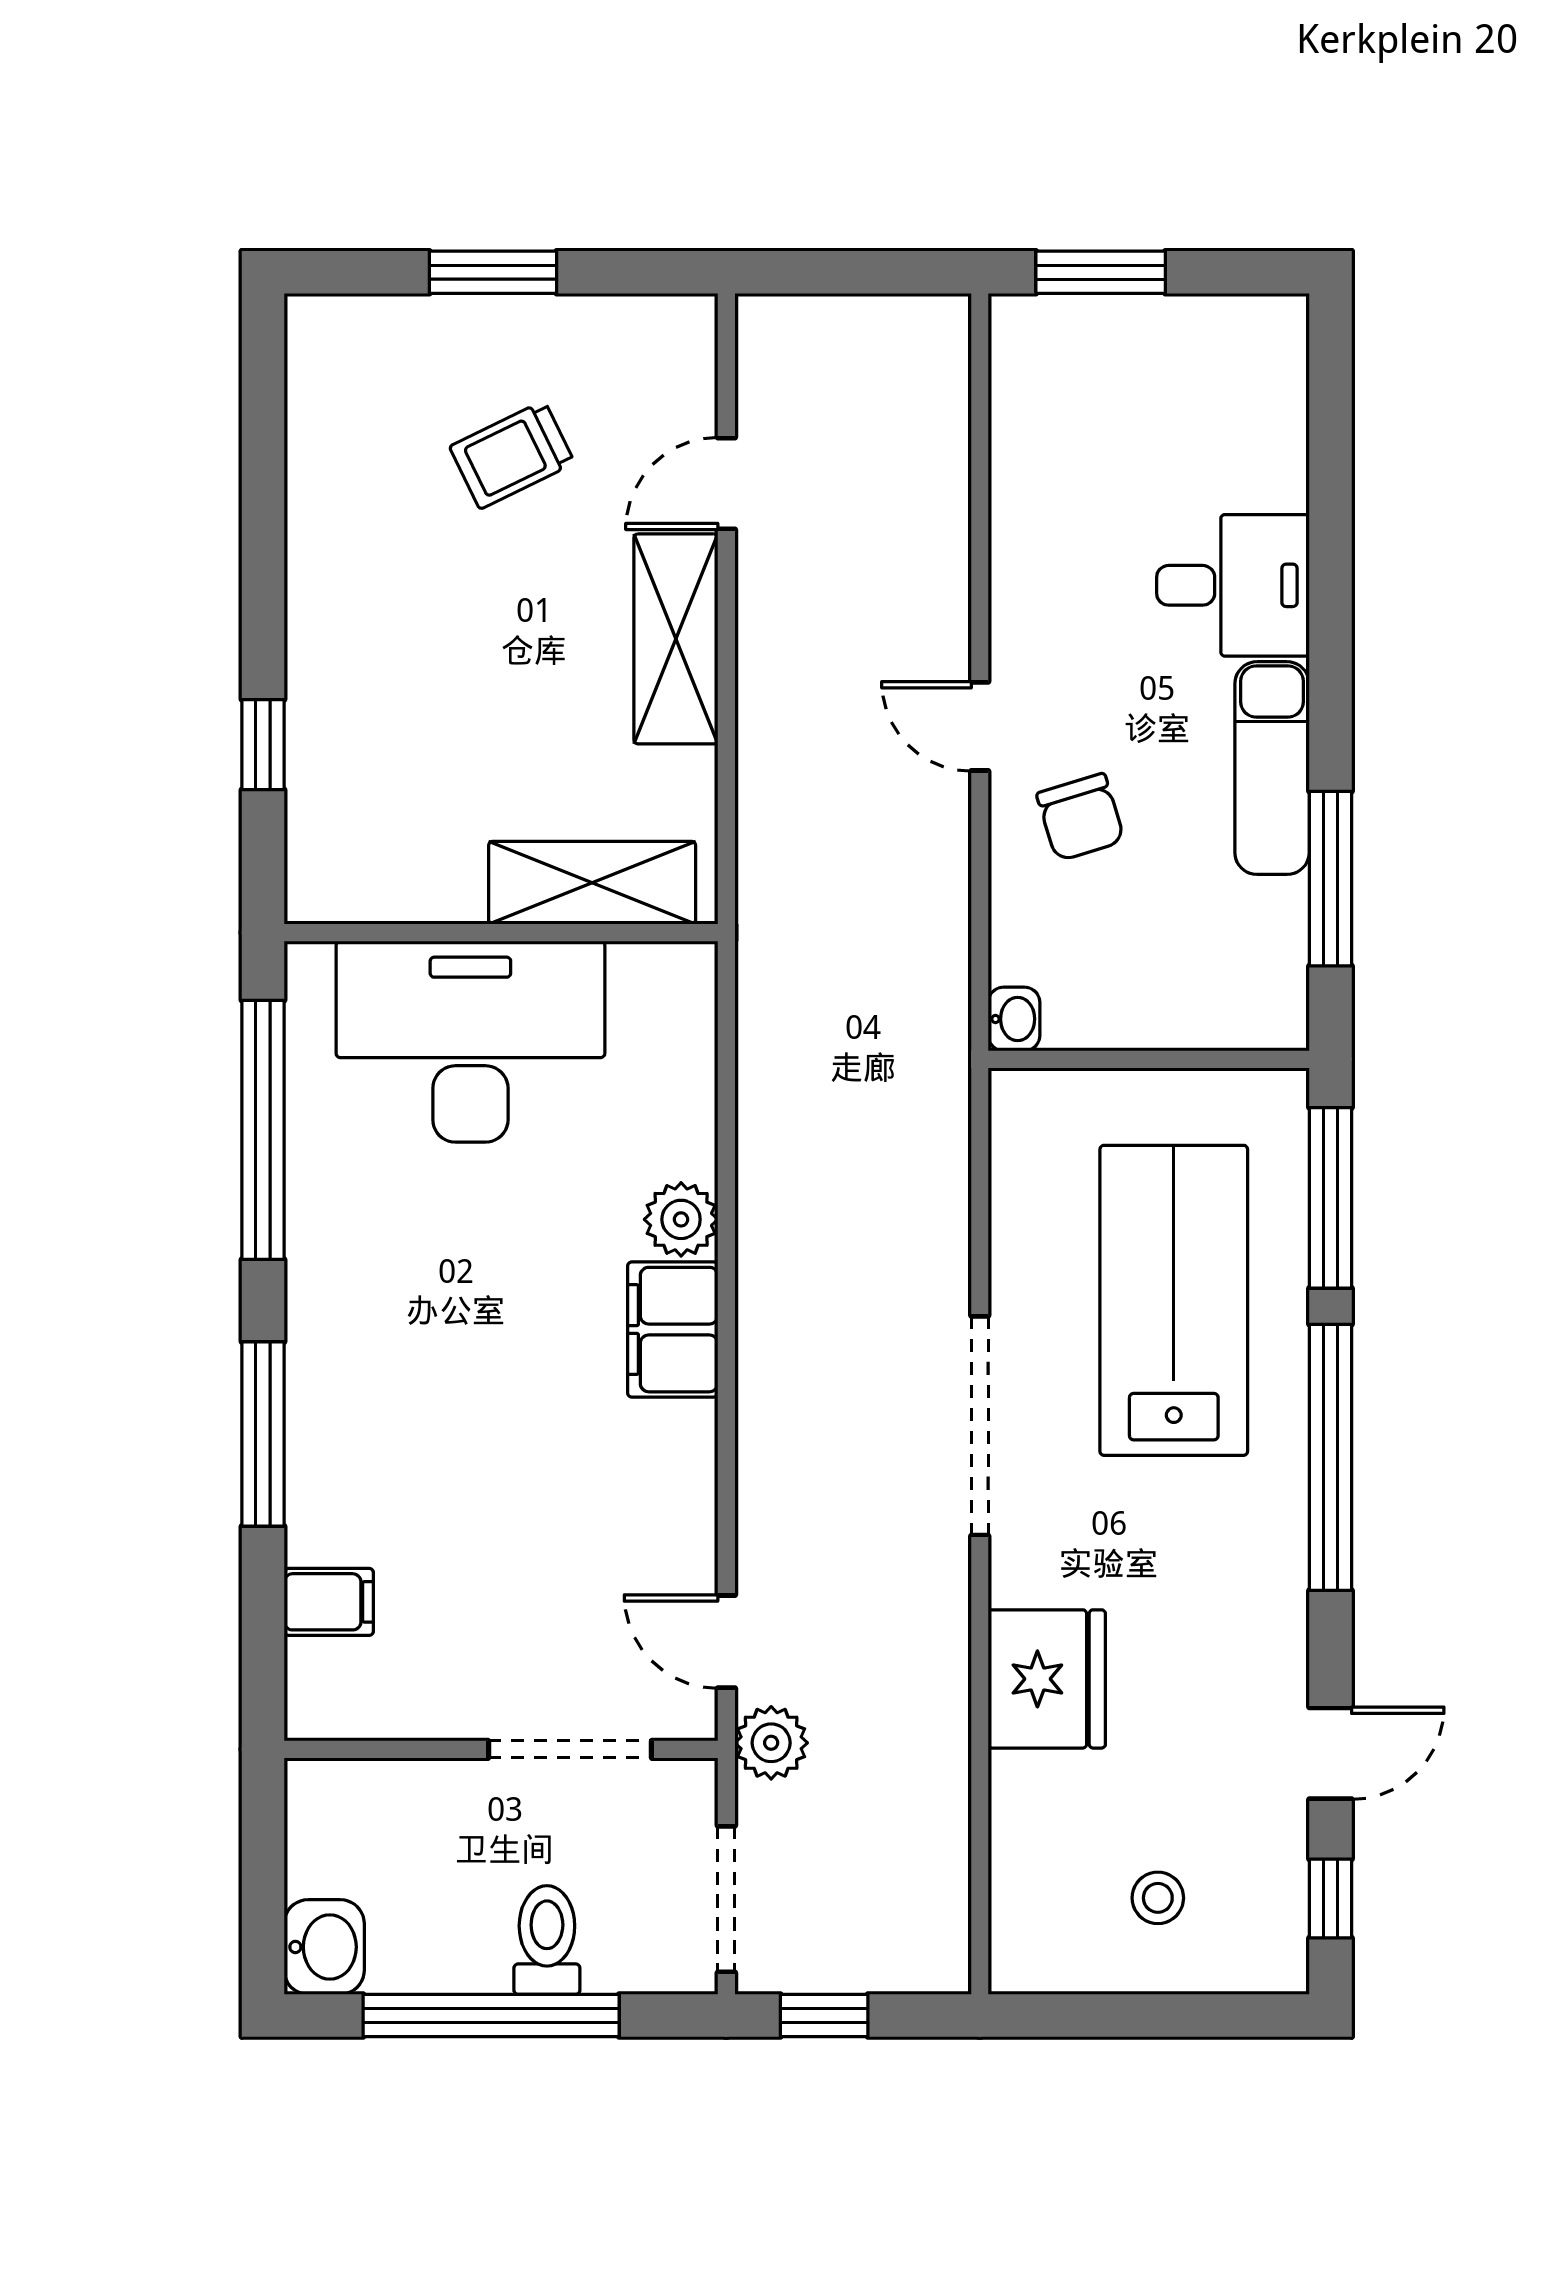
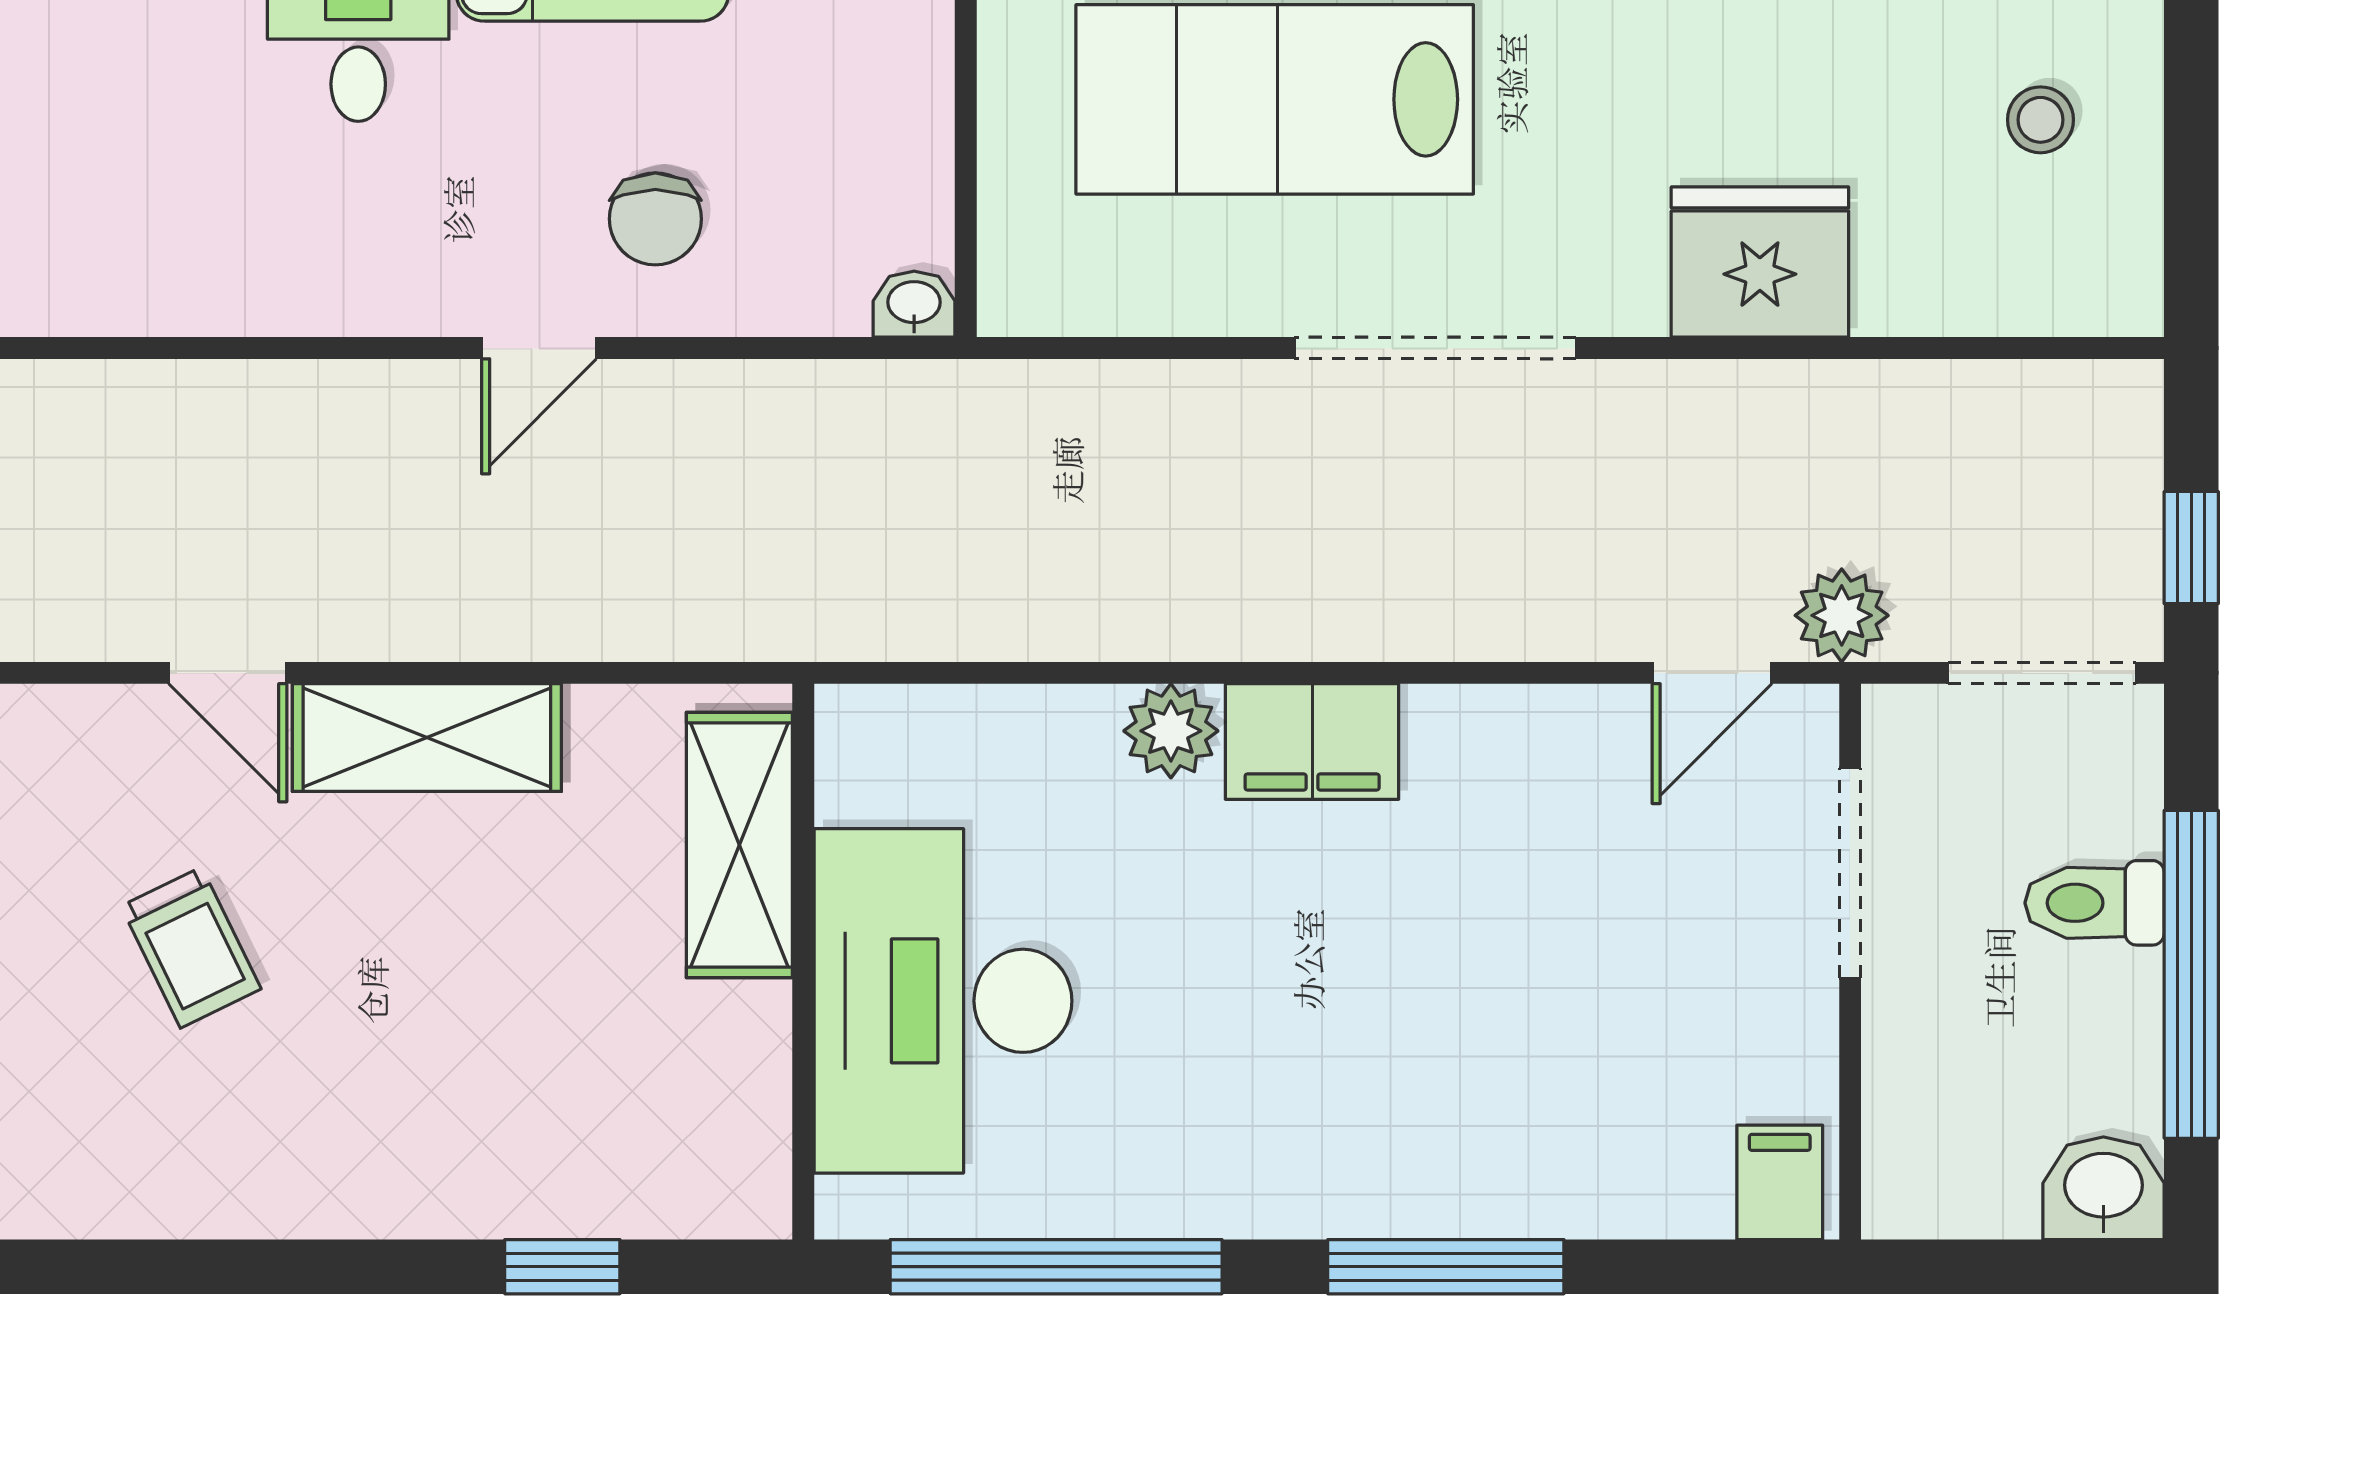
chair: (1081, 817) -> (655, 219), turned 107
filing cabinet: (329, 1602) -> (1780, 1182), moved

